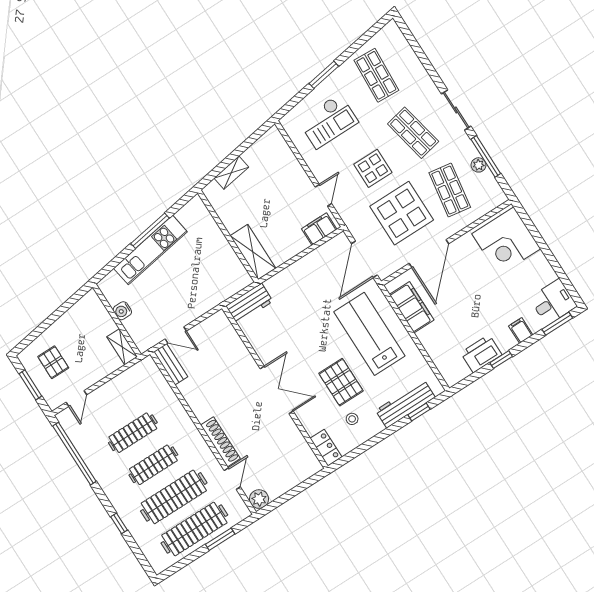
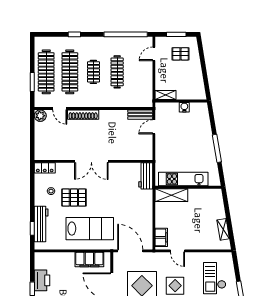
shelving: (231, 173) -> (223, 229), moved
kitchen unit: (150, 250) -> (183, 179), moved, turned 99
door: (76, 398) -> (154, 54), hinge flipped
clothes rail: (153, 465) -> (93, 72), width x0.73

